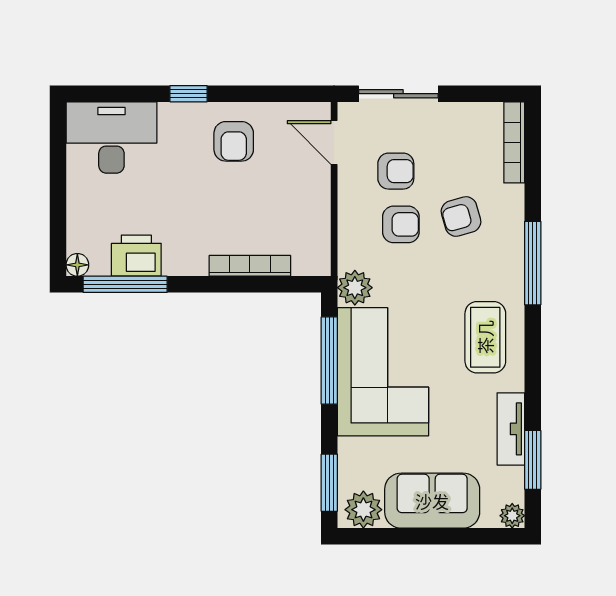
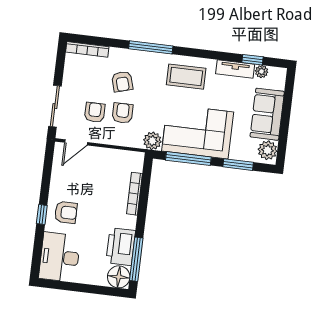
armchair: (234, 141) -> (66, 212), moved
printer: (136, 256) -> (121, 247), width x1.37, depth x1.19
floor lamp: (77, 265) -> (119, 277), width x1.89, depth x1.89
window: (533, 460) -> (252, 60), width x0.67
window: (329, 483) -> (238, 165), moved
plant: (512, 516) -> (262, 72), moved

